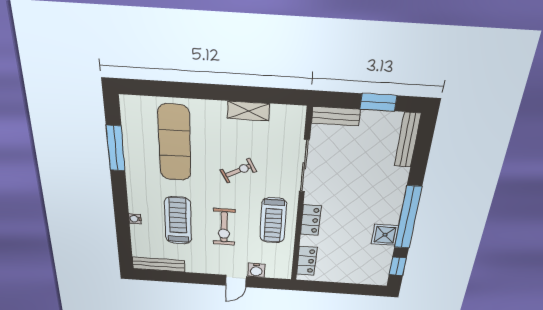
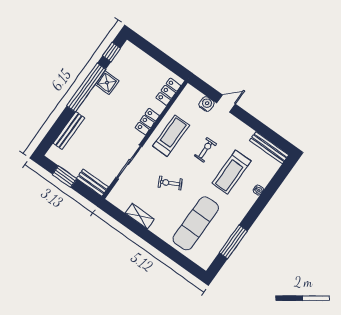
bench: (408, 140) -> (69, 131), moved
exercise bike: (224, 227) -> (205, 150), width x0.73, depth x0.72

